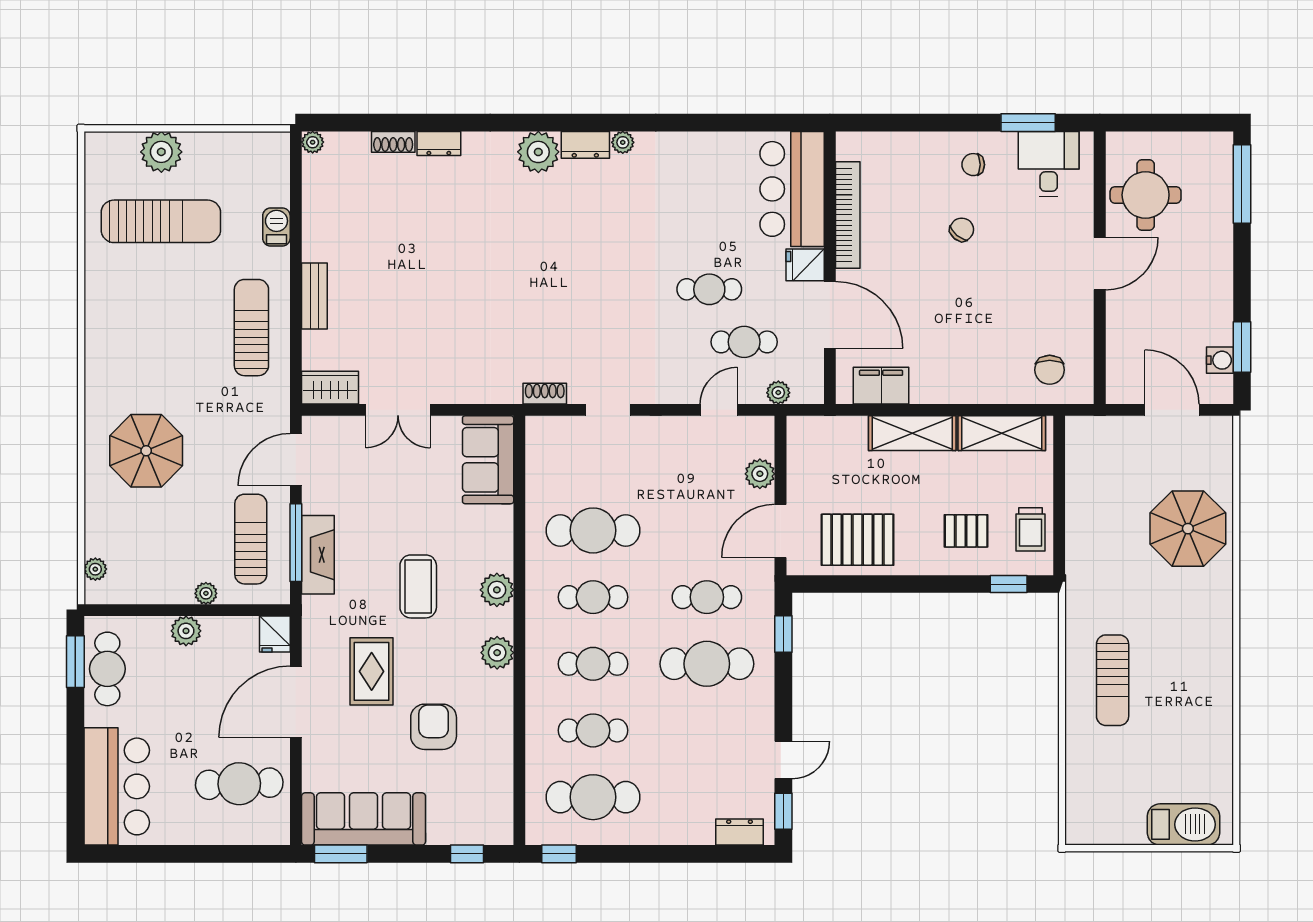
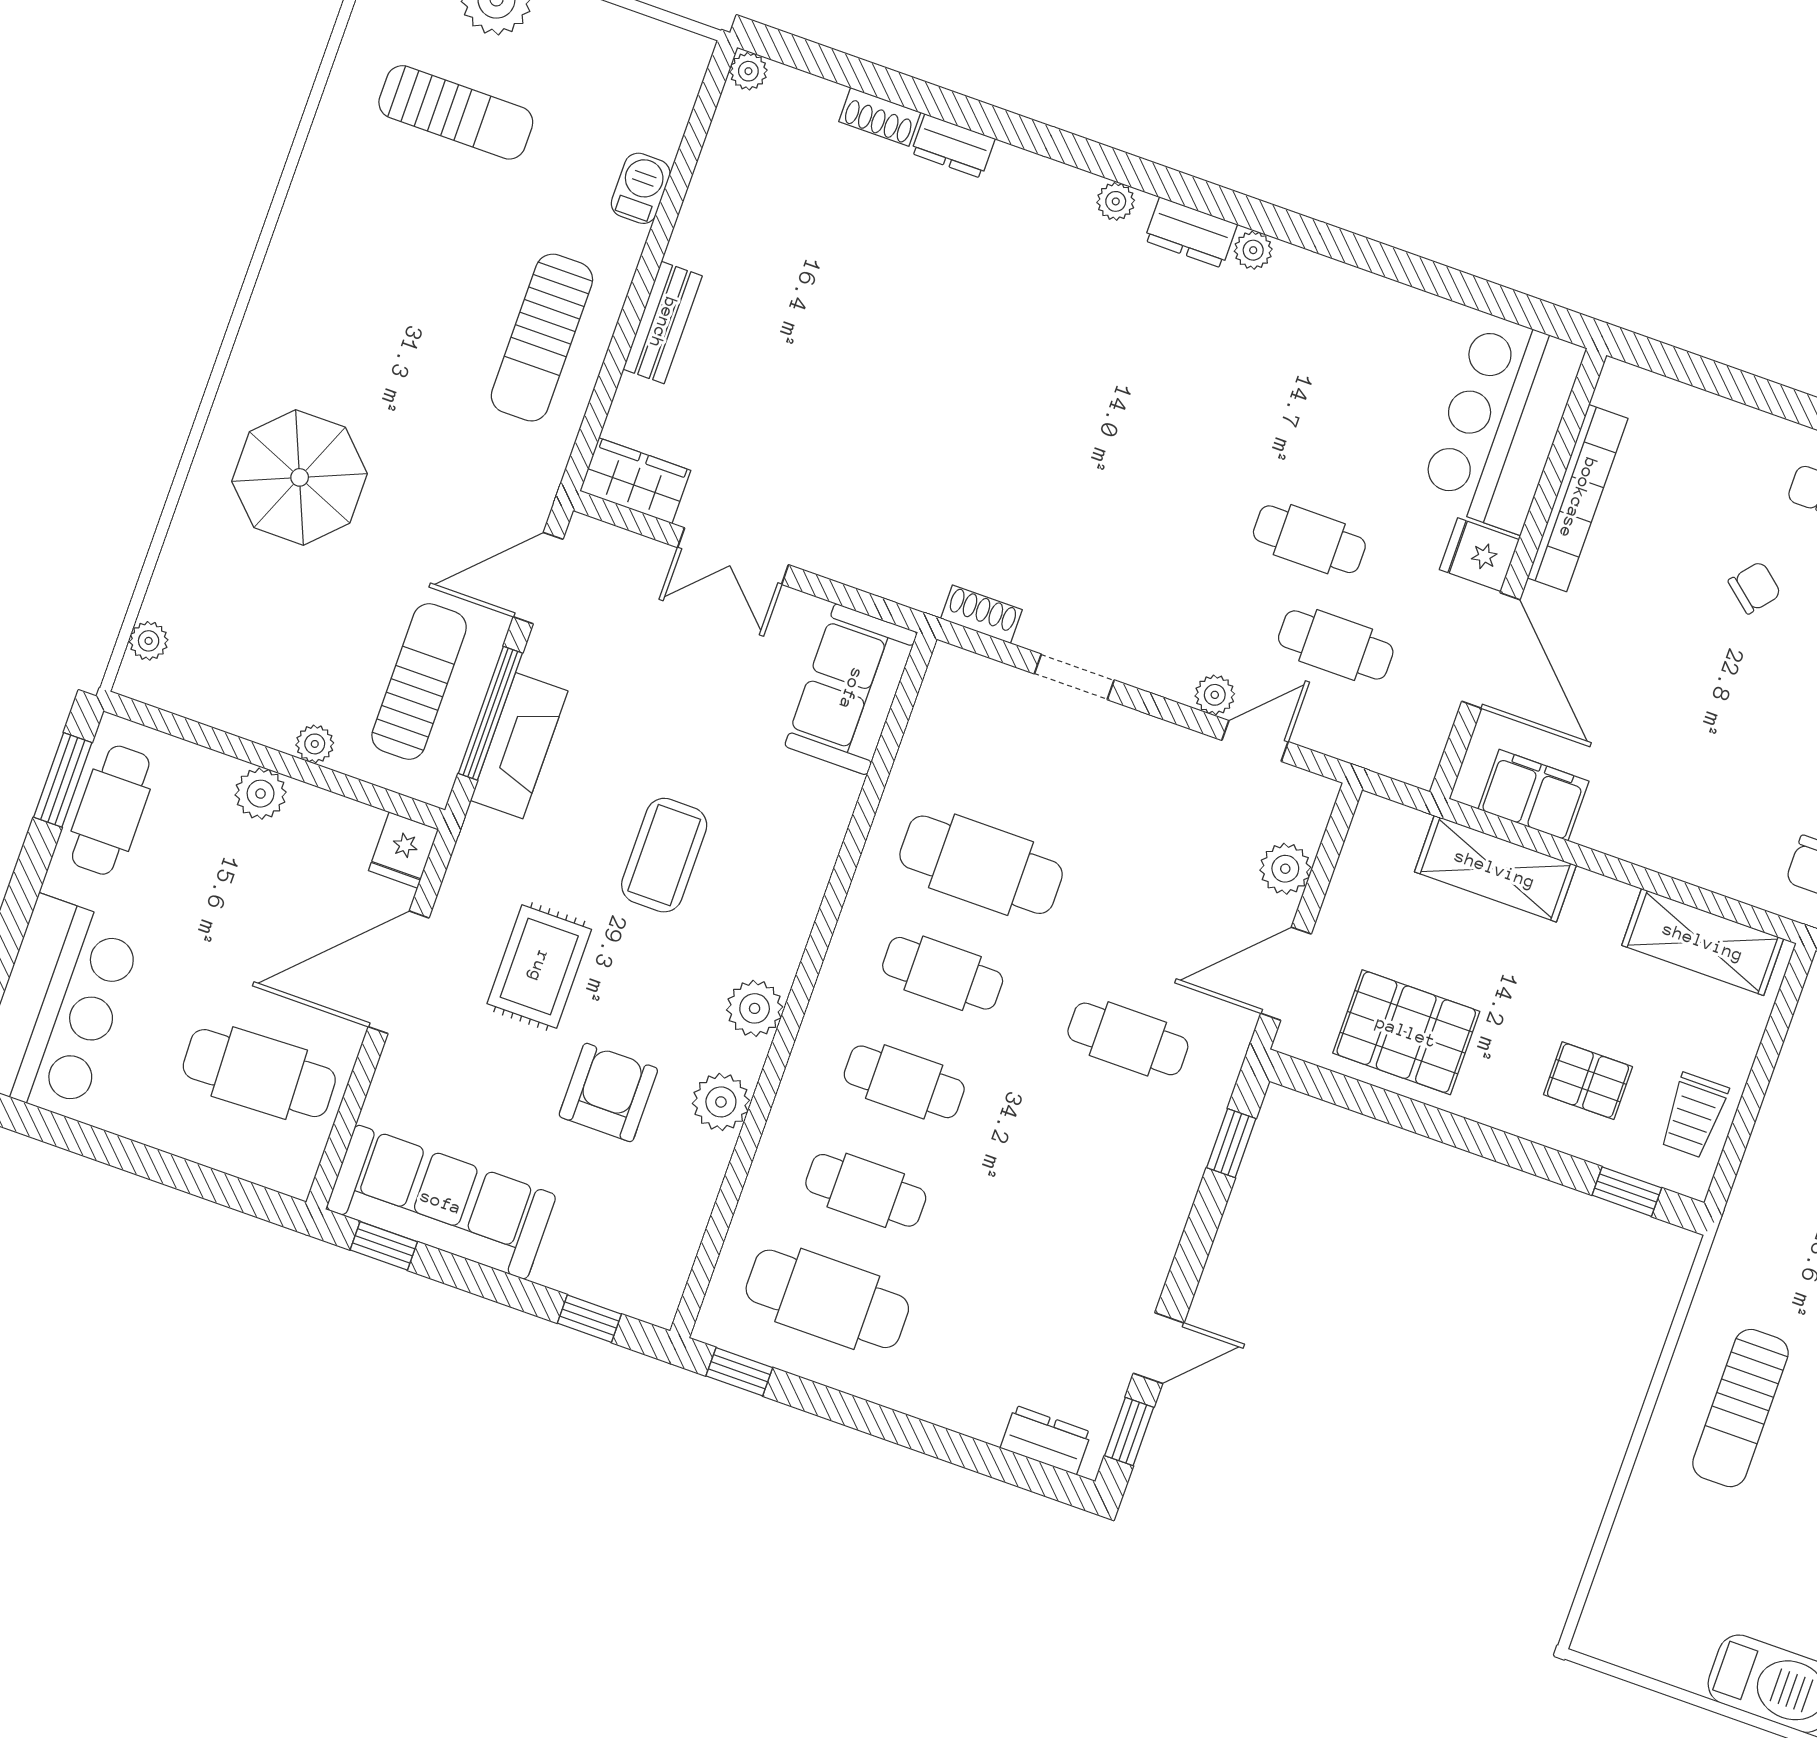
plant: (538, 152) -> (1116, 201), width x0.53, depth x0.53
sun lounger: (161, 221) -> (456, 112), width x0.73, depth x0.75
sun lounger: (251, 328) -> (542, 338), turned 180
plant: (778, 393) -> (1215, 695), moved
shelving: (912, 433) -> (1495, 869), moved
plant: (497, 590) -> (721, 1102), moved
cafe table: (707, 664) -> (1089, 1147), removed
window: (341, 854) -> (384, 1246), width x0.67

